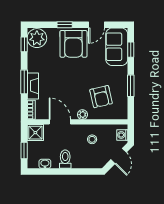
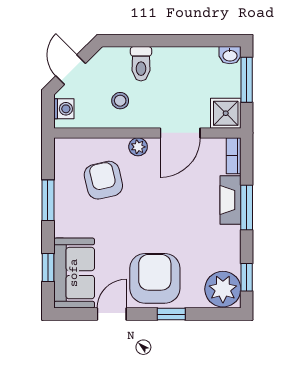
door: (60, 122) -> (180, 133), hinge flipped
window: (24, 151) -> (247, 80), width x1.50
toilet: (65, 159) -> (141, 64), moved
washbasin: (45, 164) -> (230, 55), moved

